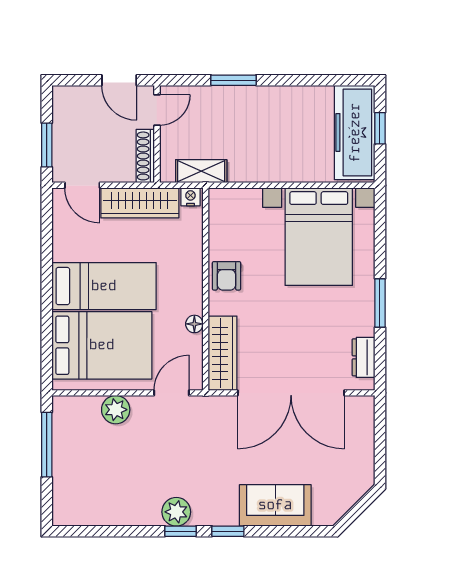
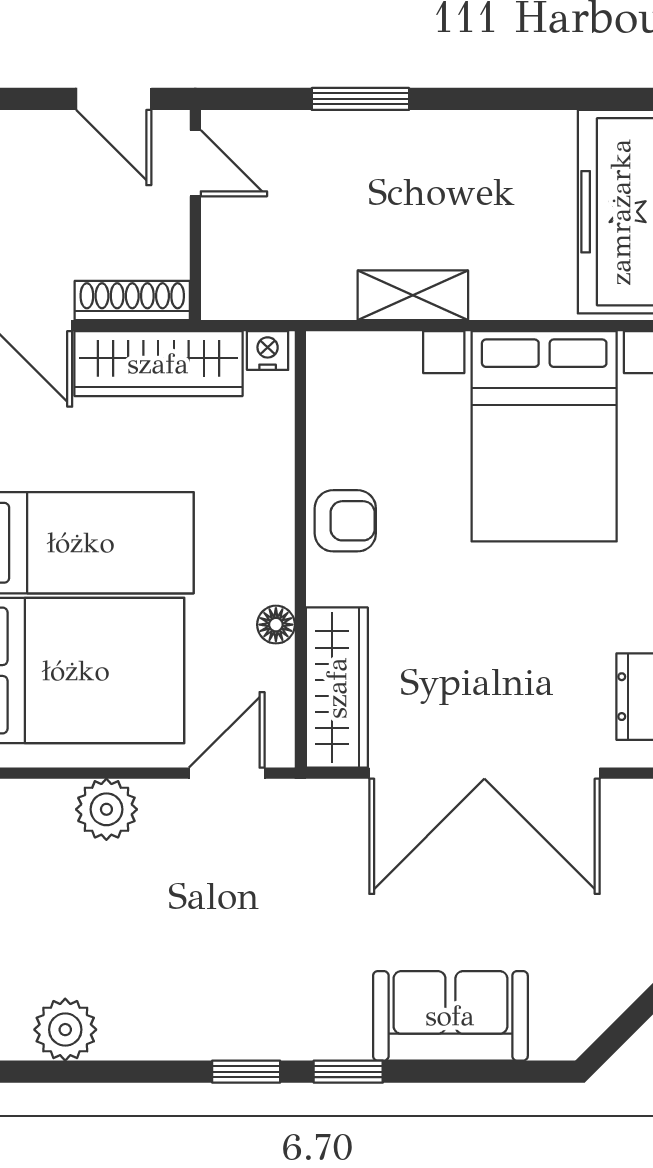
door: (157, 110) -> (195, 163), hinge flipped
shoe rack: (145, 156) -> (132, 300), moved, turned 90
shelving: (201, 171) -> (413, 295), moved
armchair: (227, 276) -> (345, 521), turned -90
plant: (176, 512) -> (65, 1030), moved

